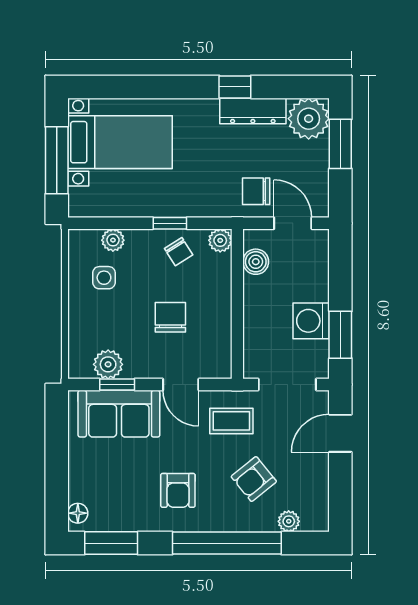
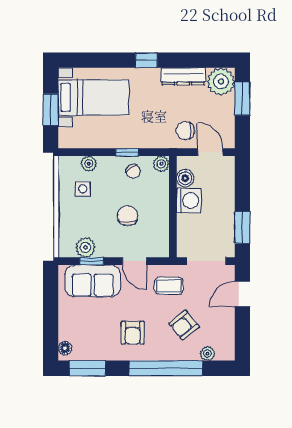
window: (235, 87) -> (146, 60), moved
window: (57, 160) -> (51, 110), width x0.69
washing machine: (311, 321) -> (189, 200), moved, turned 180

